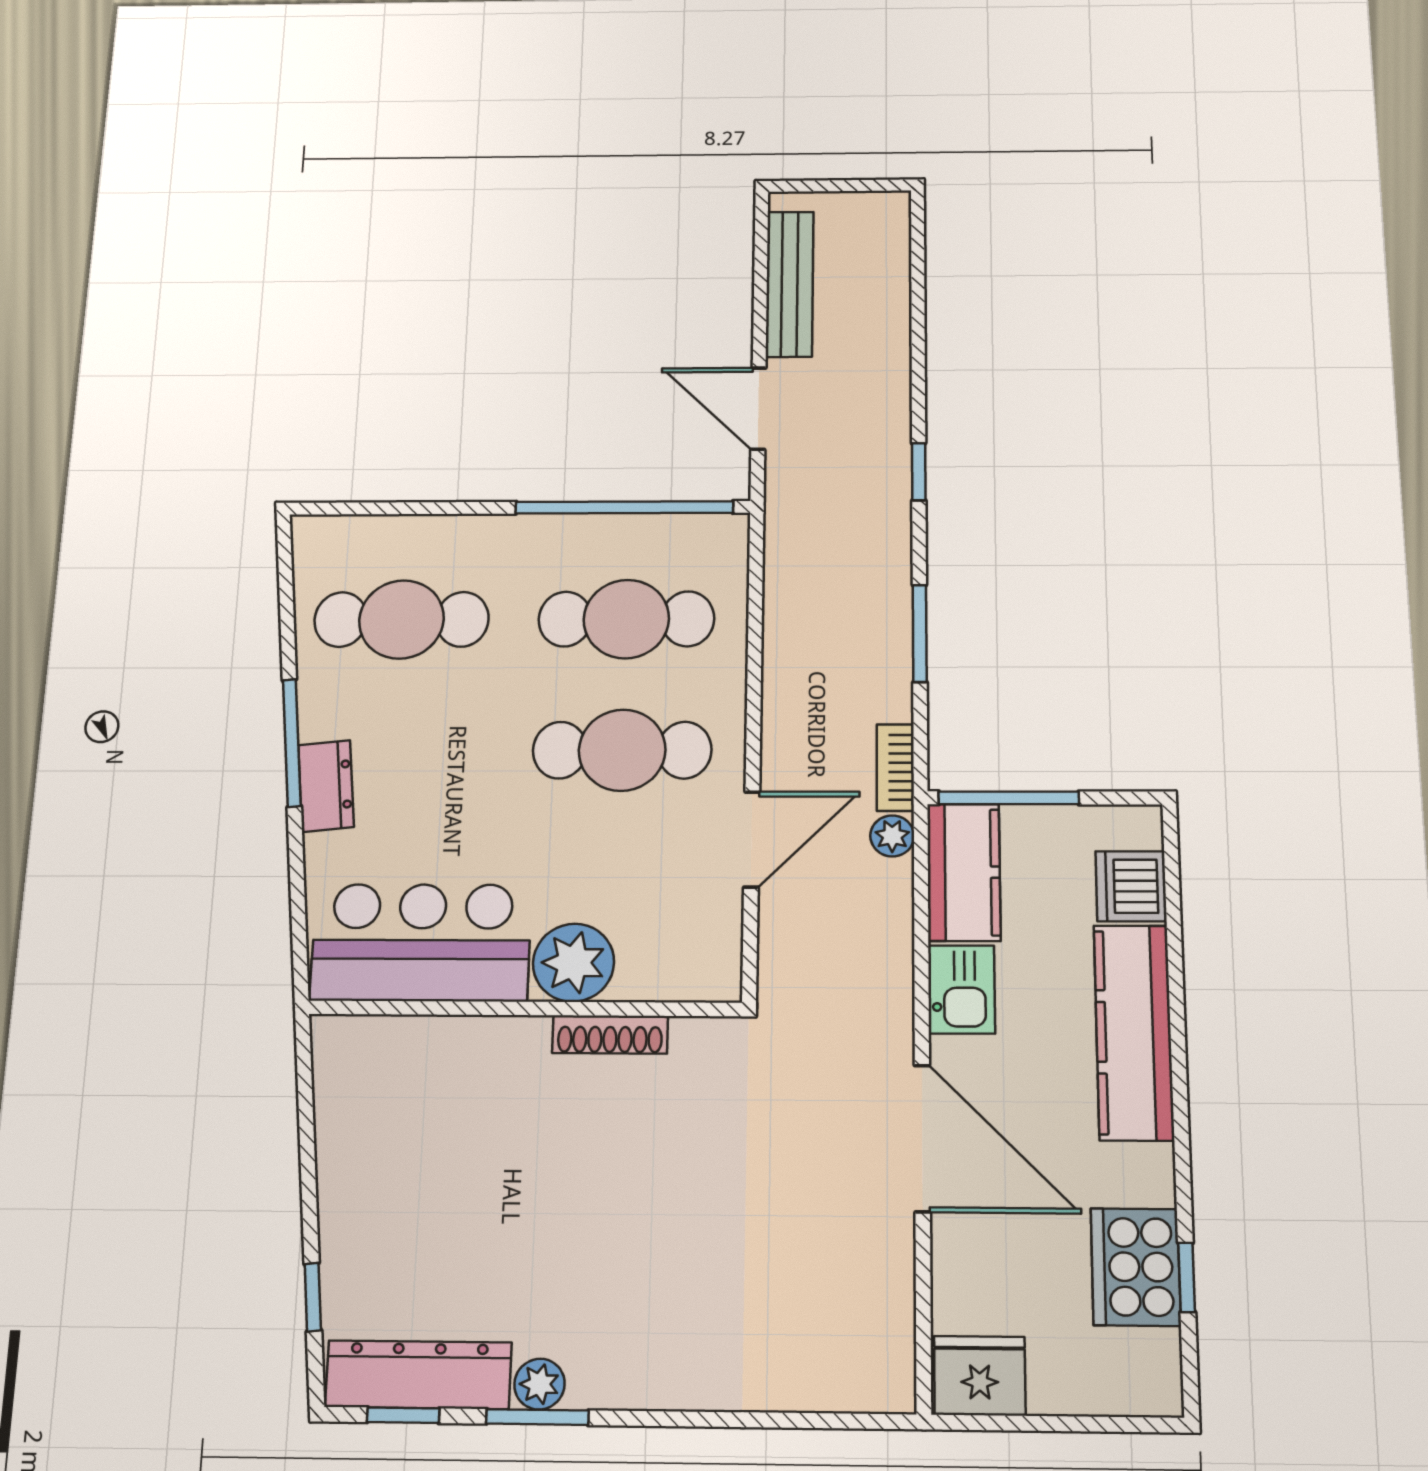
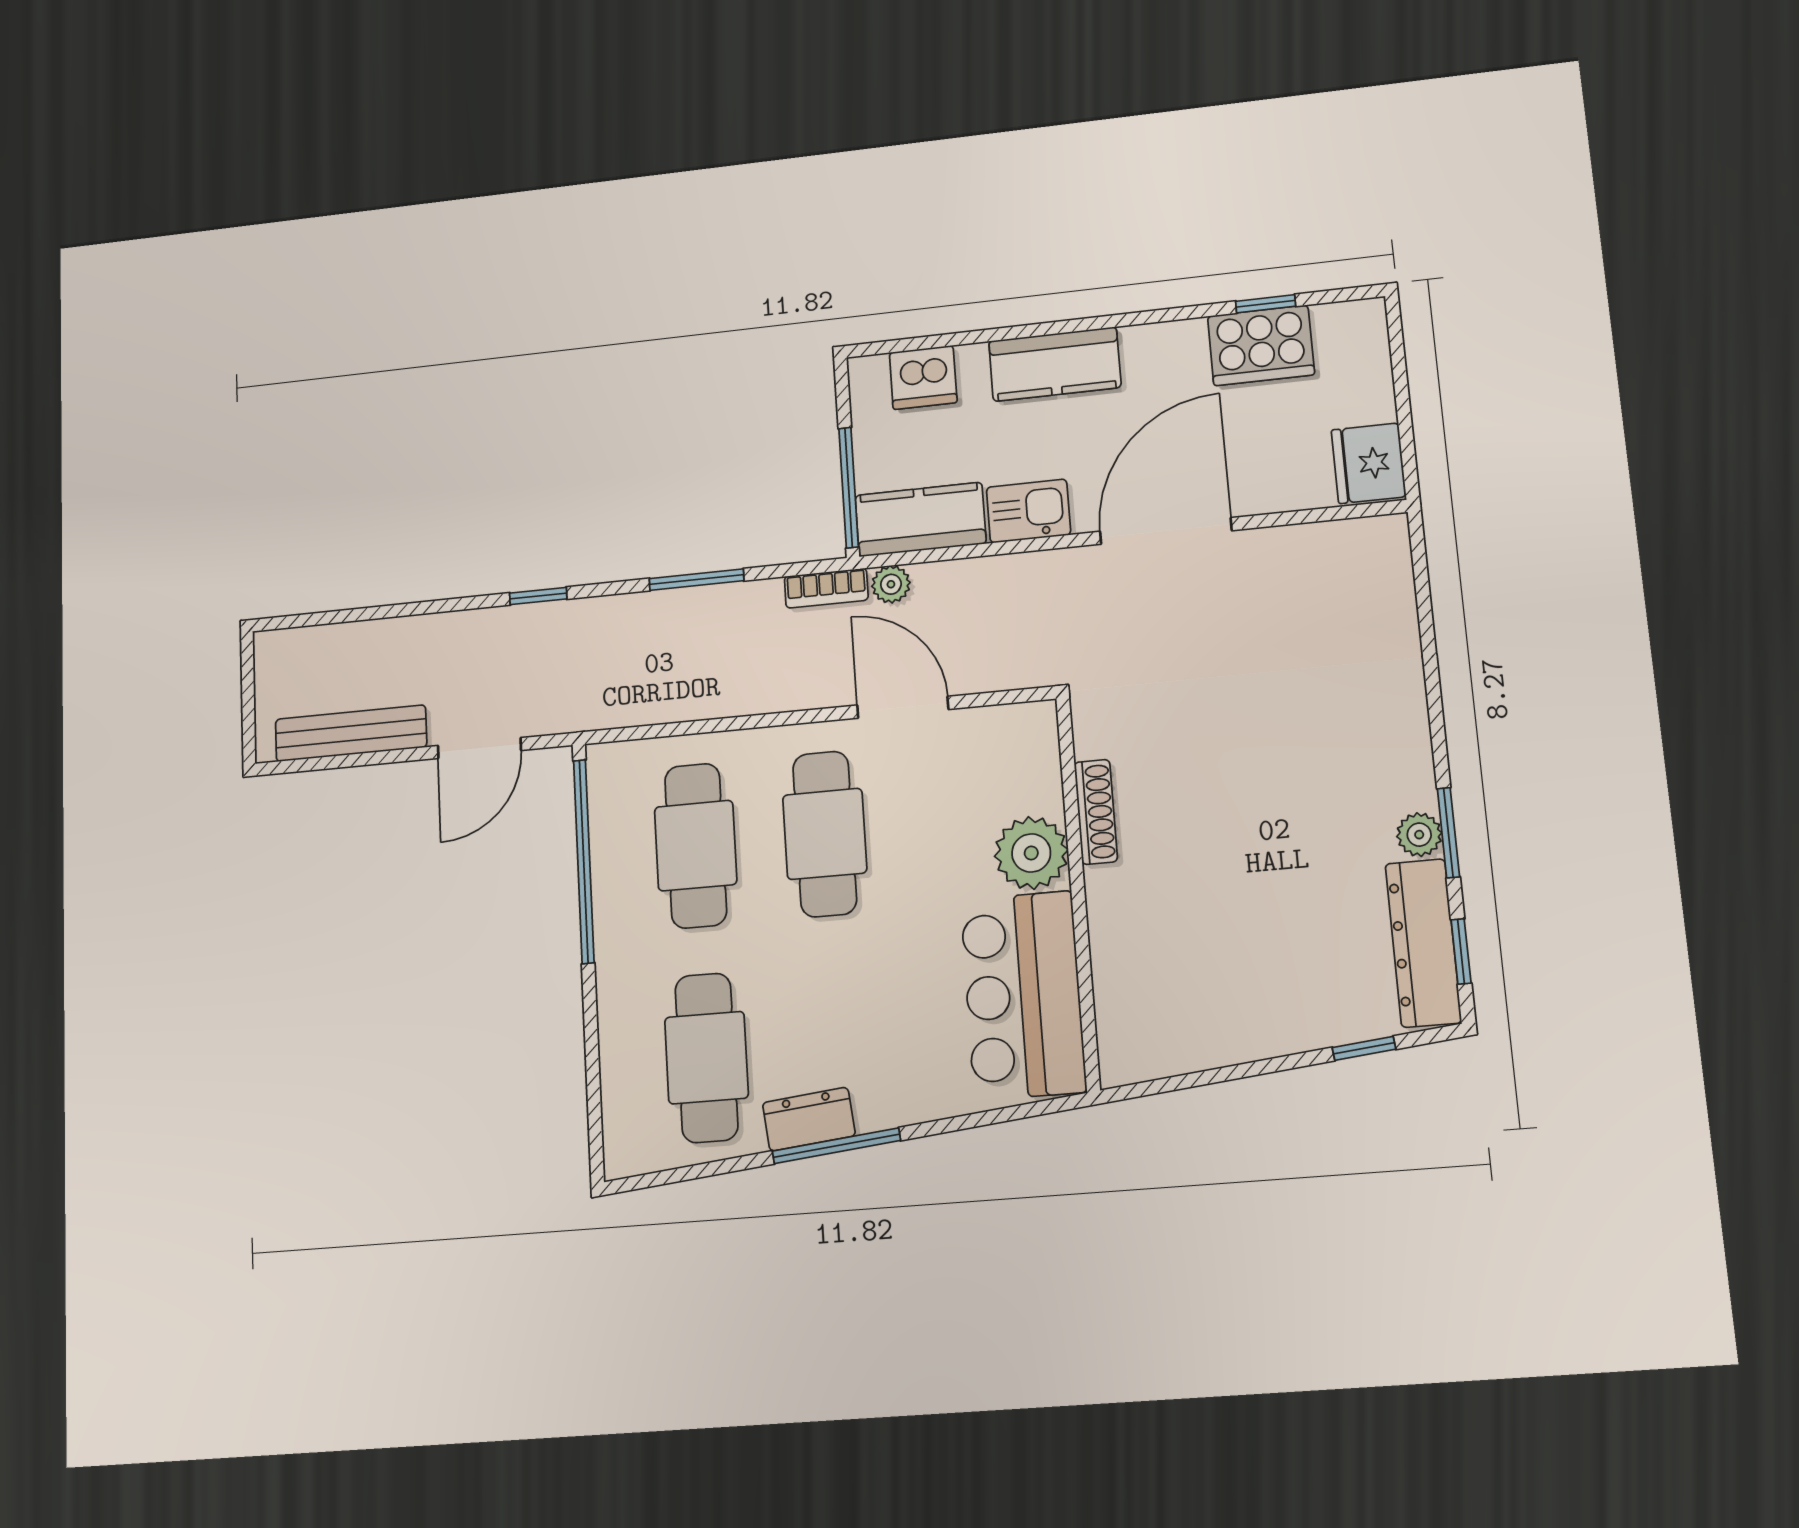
dresser: (326, 786) -> (809, 1119), moved
kitchen counter: (1134, 1032) -> (1055, 364), width x0.67

